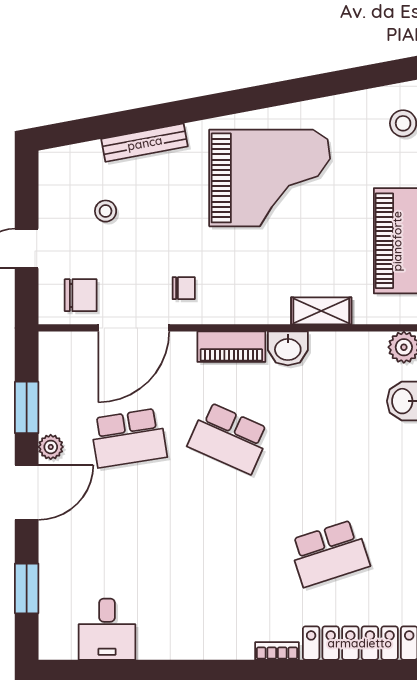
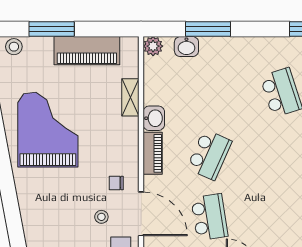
bench: (145, 143) -> (26, 207), removed
stool: (106, 211) -> (101, 217), moved
chair: (184, 288) -> (116, 183), turned -90

